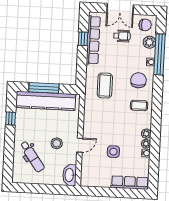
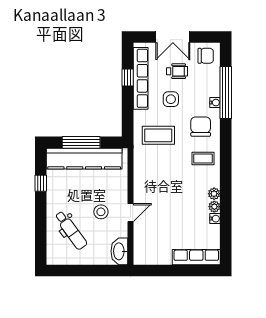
plant: (149, 42) -> (212, 77), removed
coffee table: (105, 86) -> (158, 135), turned 90
side table: (113, 152) -> (171, 99), moved

